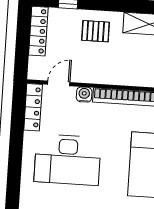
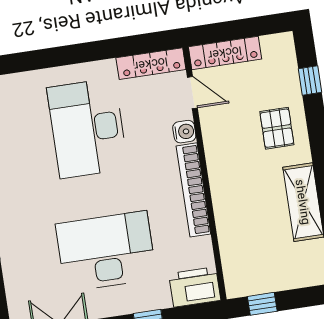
locker: (38, 31) -> (225, 53), moved

